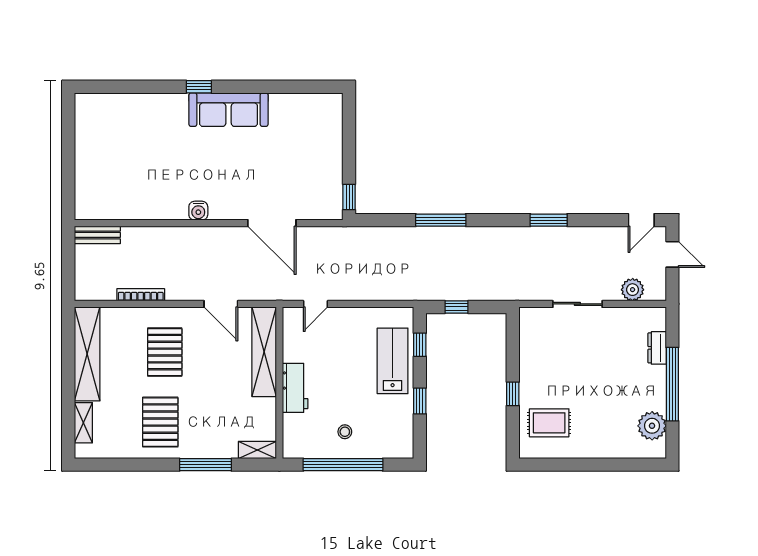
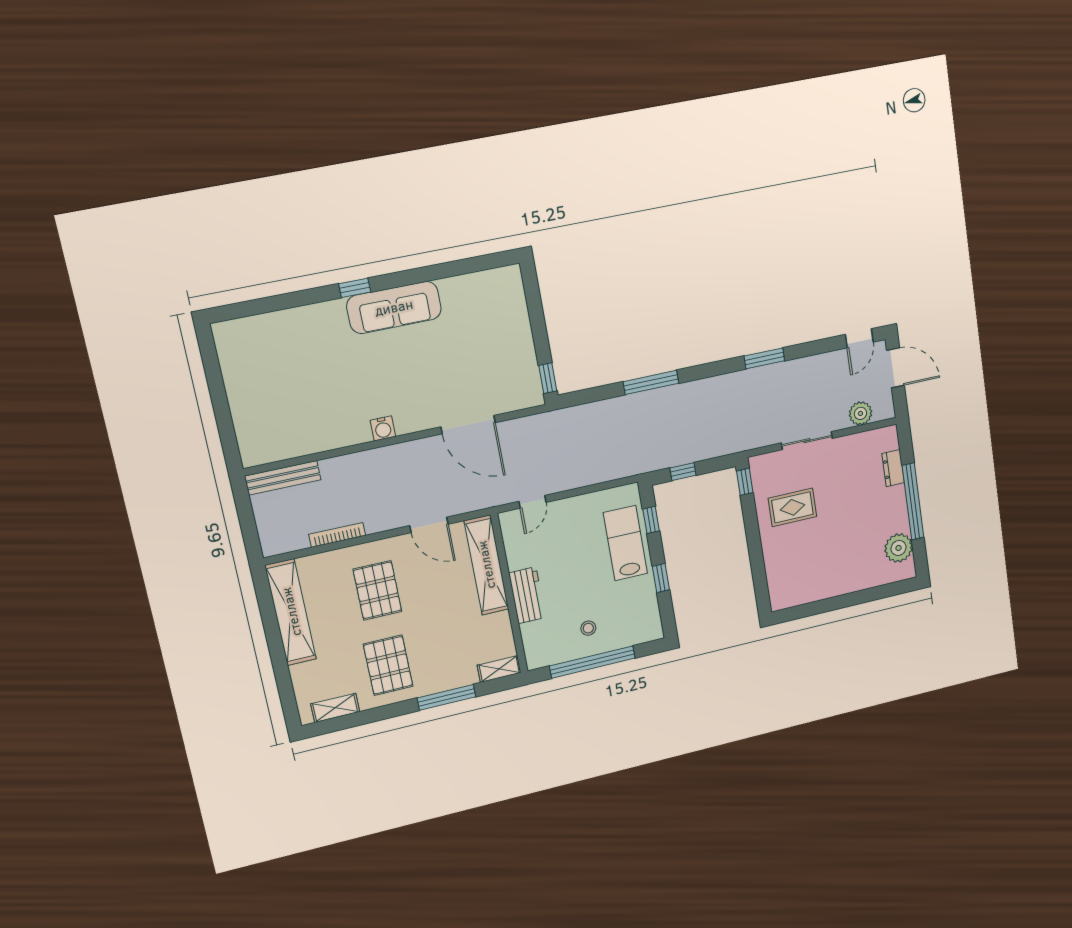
bench: (97, 235) -> (283, 478), width x1.36
door: (672, 254) -> (895, 368), width x1.38
window: (513, 394) -> (745, 482), moved
shelving: (83, 423) -> (335, 708), moved, turned 90
rug: (549, 423) -> (792, 507), moved

